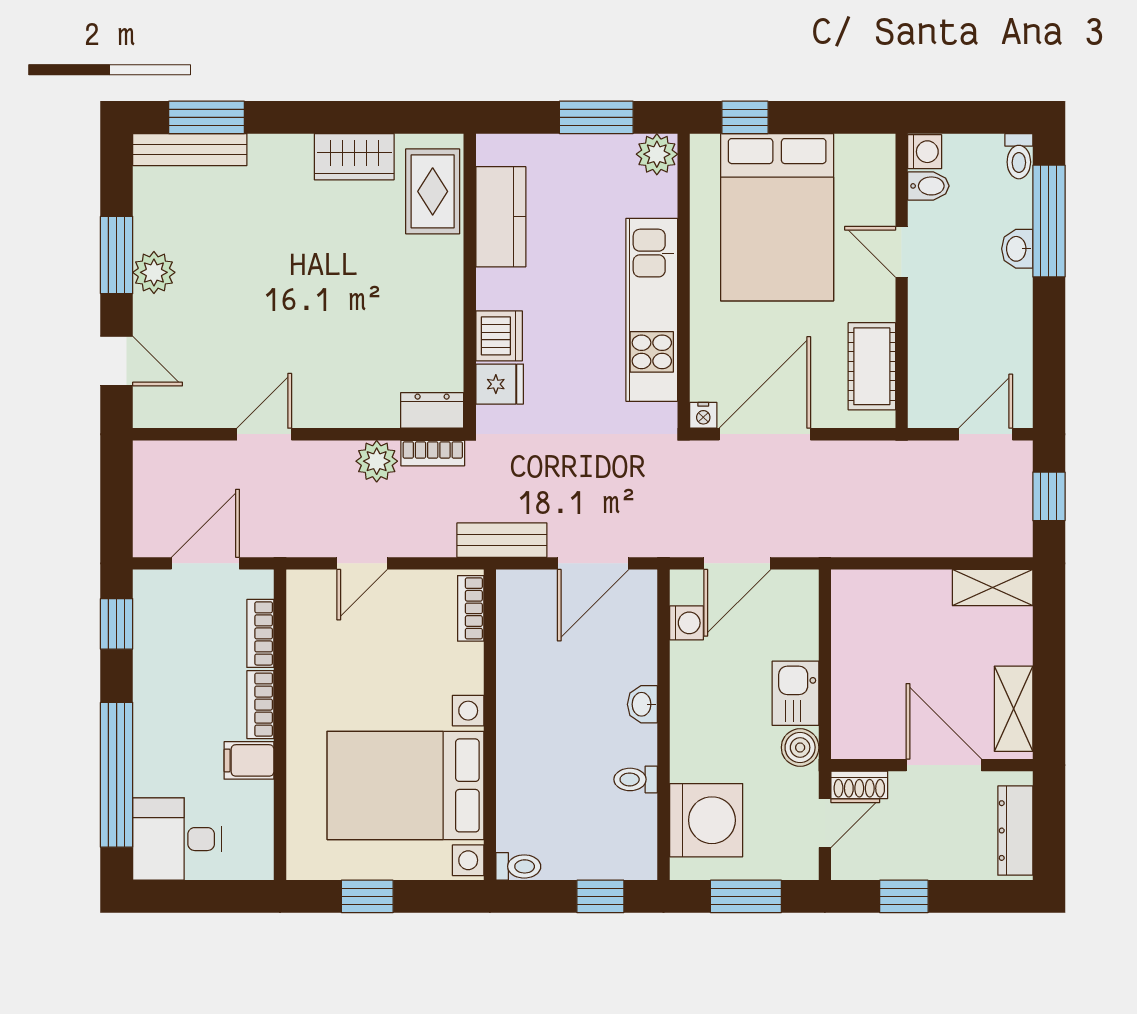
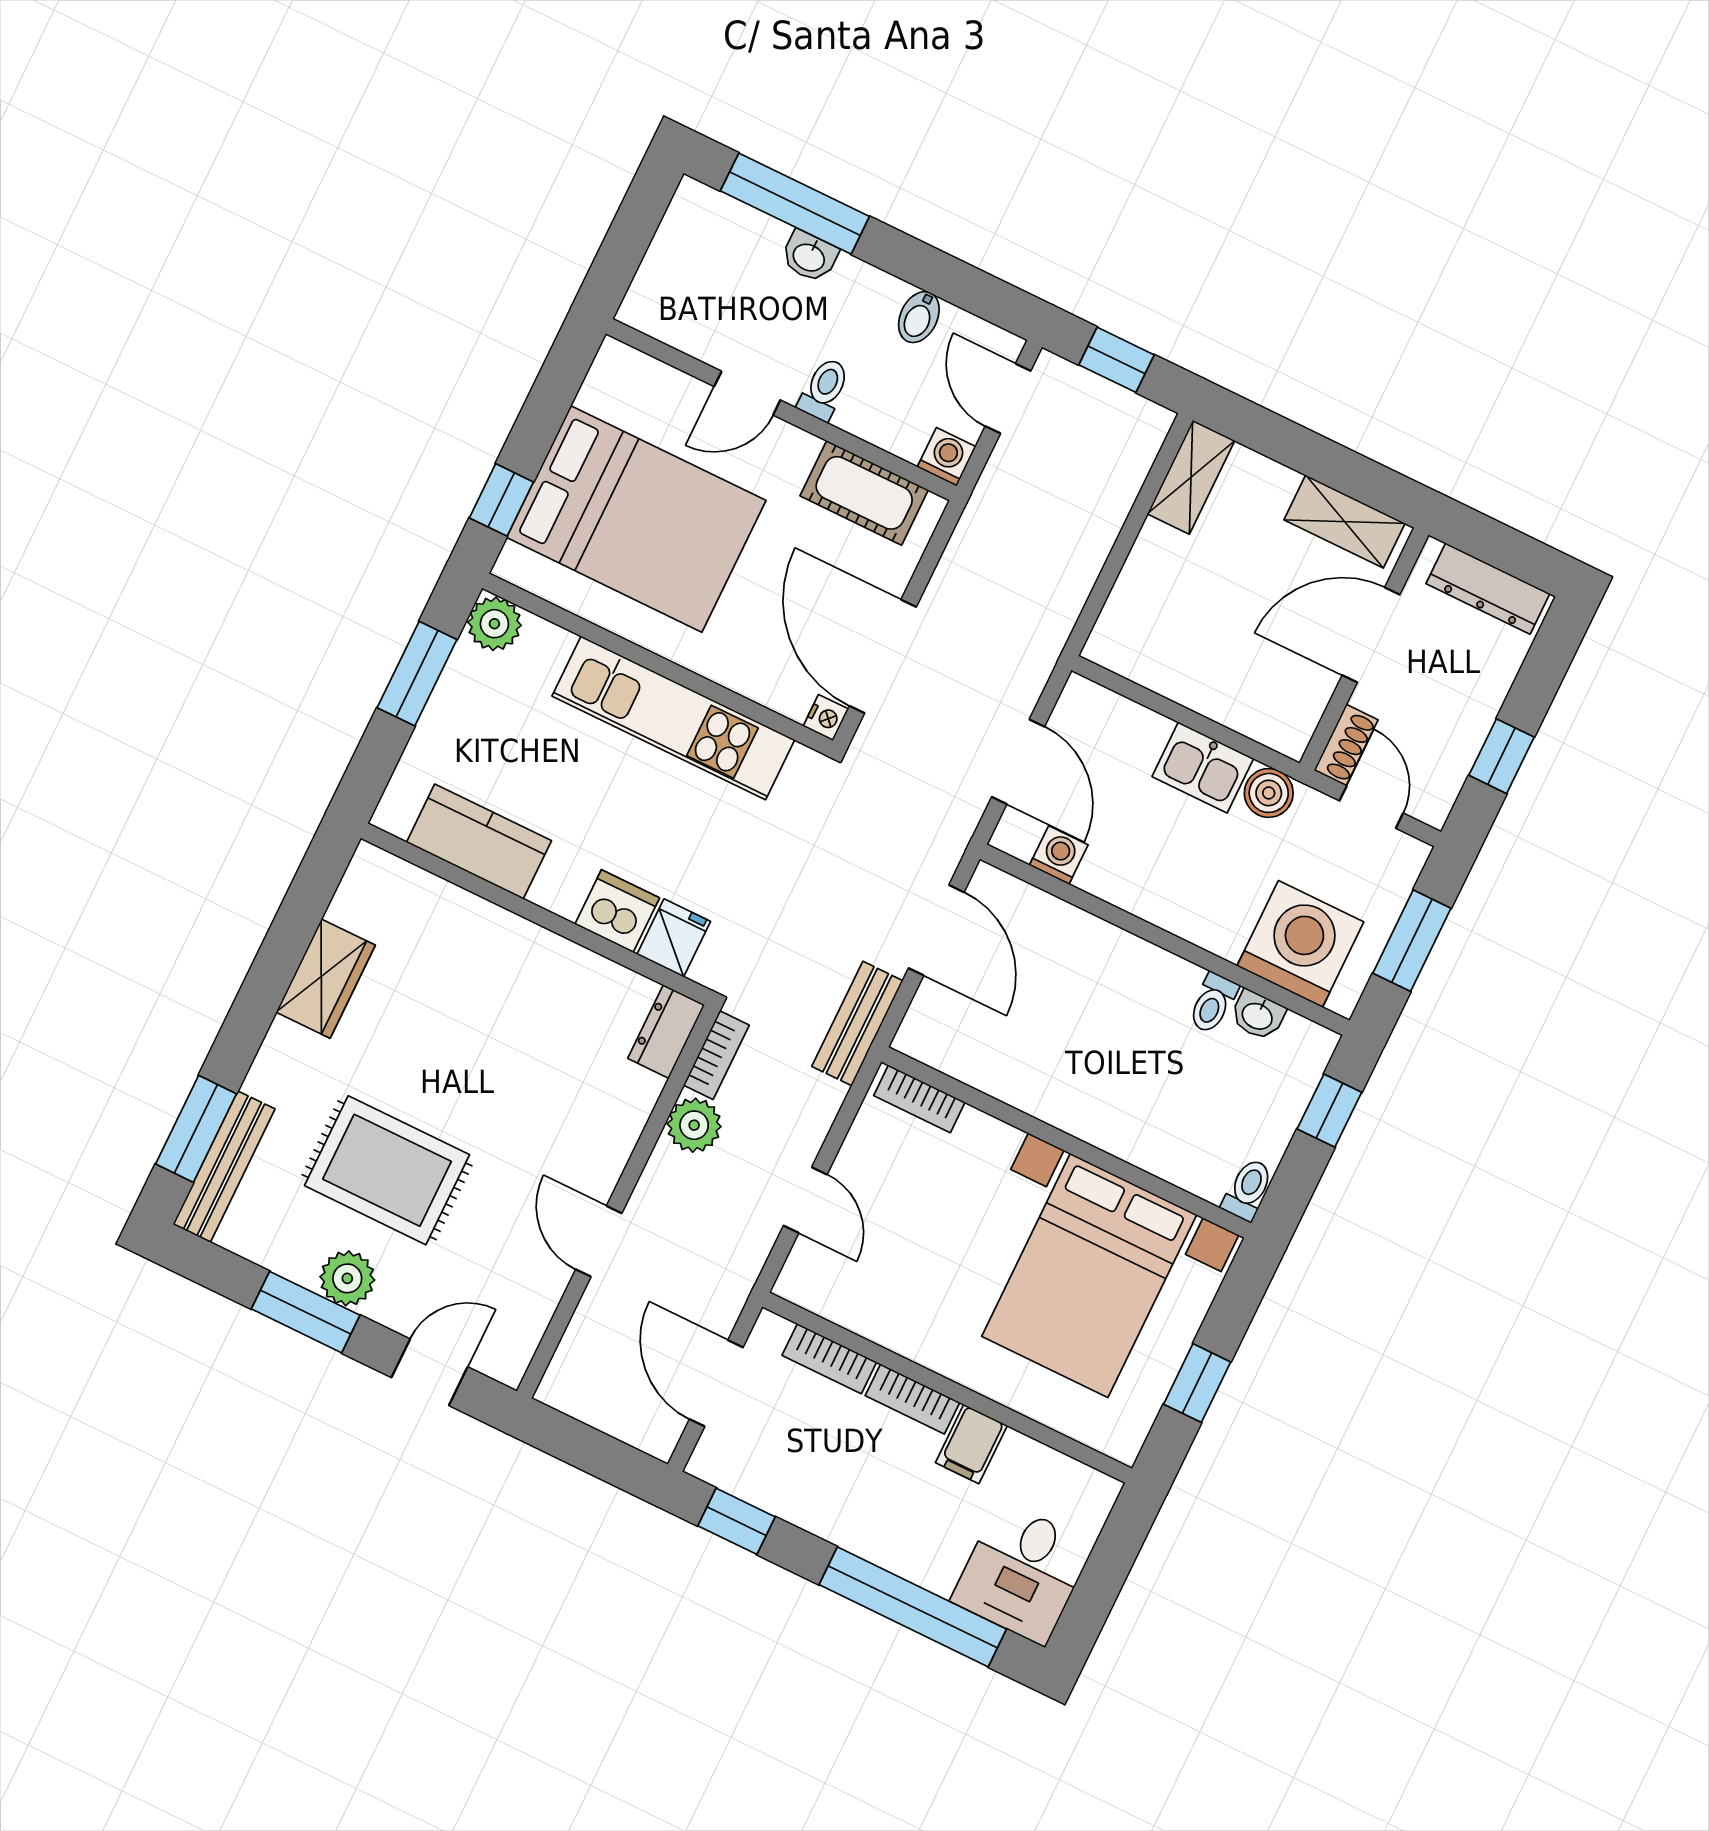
washing machine: (925, 152) -> (947, 457), moved
toilet: (1019, 156) -> (824, 389), moved, turned -90
bidet: (928, 186) -> (919, 317), moved, turned 180
rug: (433, 191) -> (387, 1170), moved, width x1.36, depth x1.43
washbasin: (642, 704) -> (1258, 1015), moved

